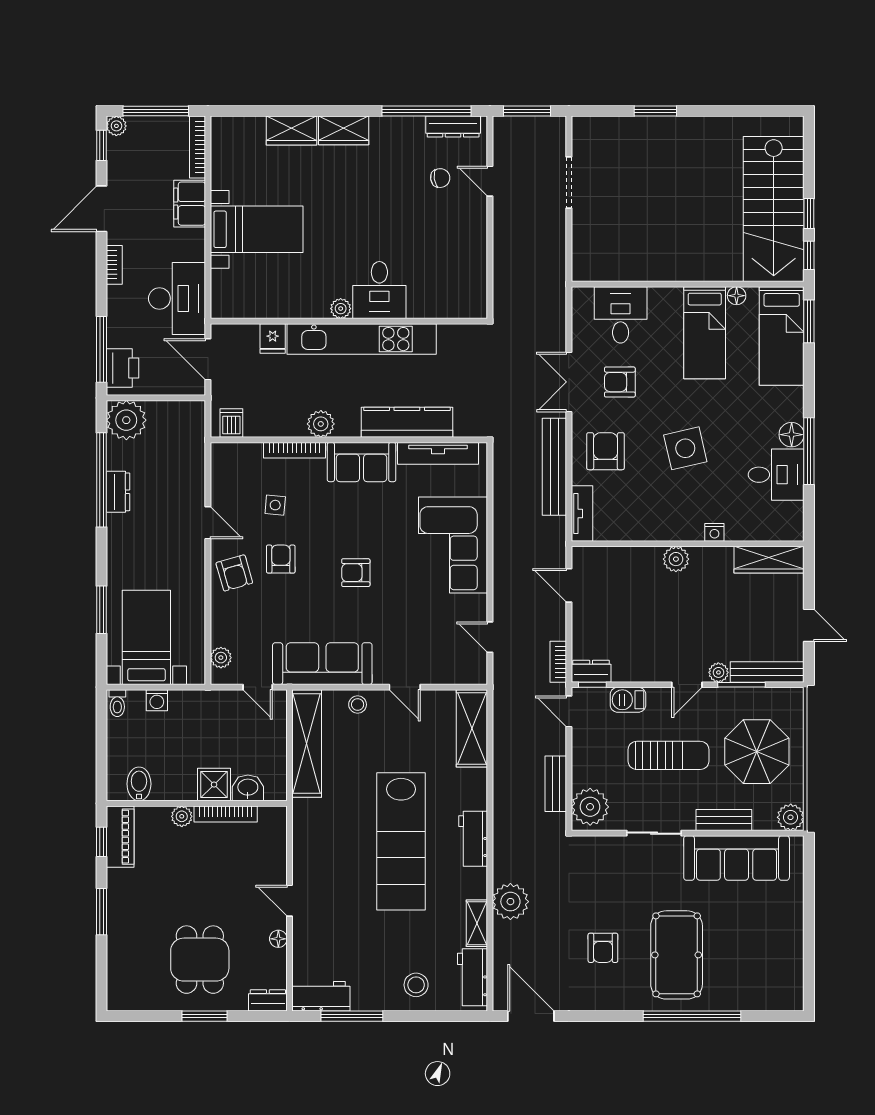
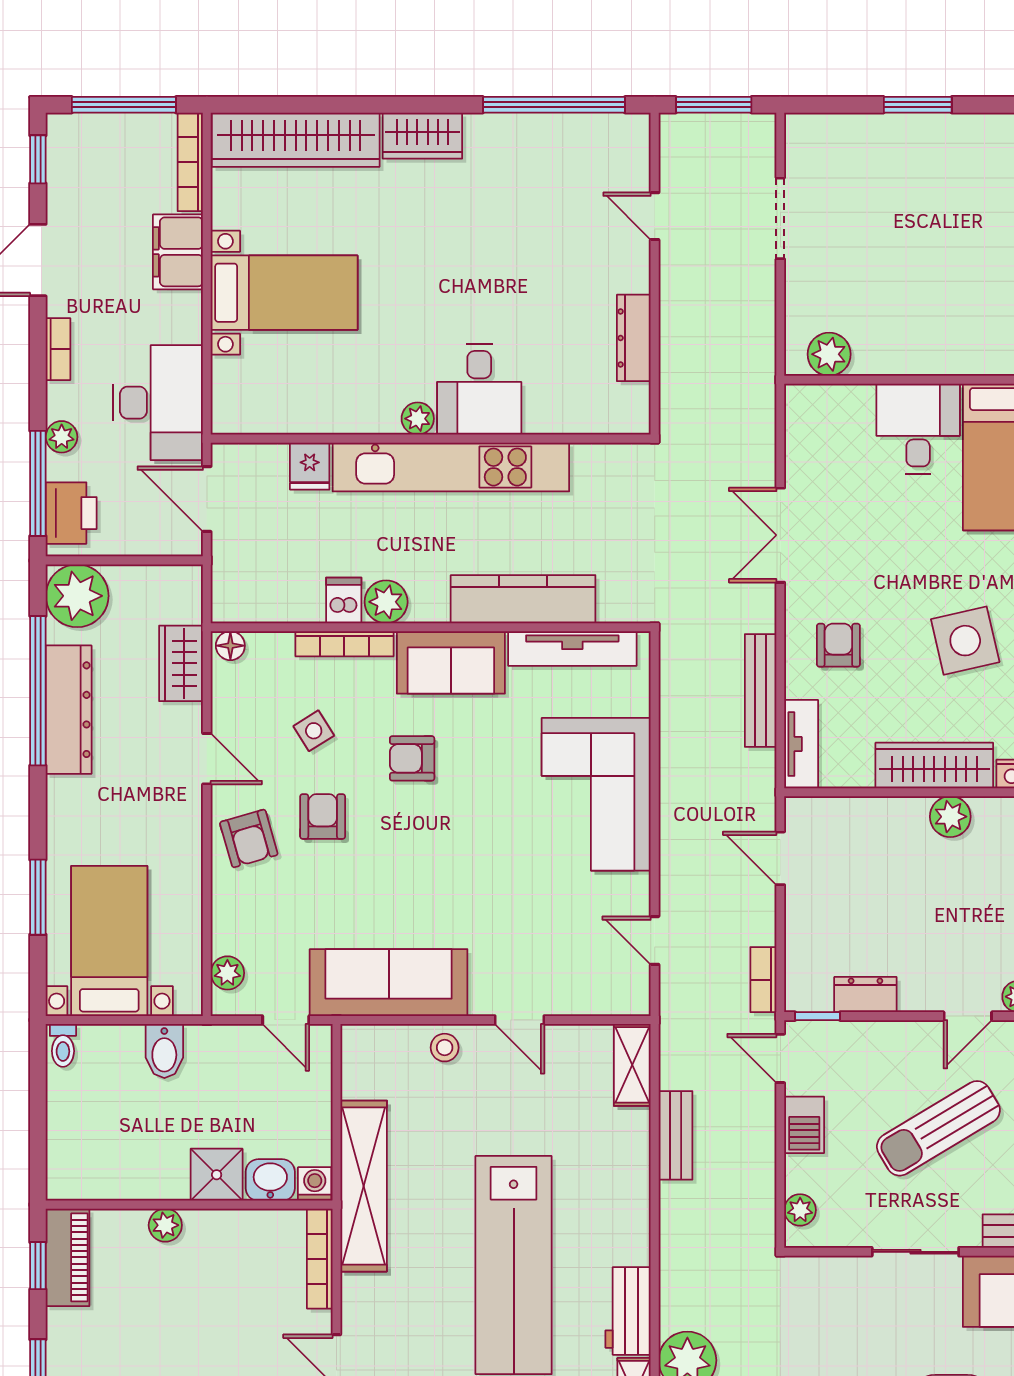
plant: (116, 126) -> (62, 437), moved
dresser: (453, 127) -> (634, 338), moved, turned 90
wardrobe: (291, 131) -> (296, 140), width x2.10, depth x1.17
chair: (440, 178) -> (576, 211), removed
plant: (600, 268) -> (829, 354), added
desk: (621, 315) -> (918, 429), moved
armchair: (620, 382) -> (861, 535), removed
dishwasher: (231, 423) -> (344, 600), moved
armchair: (605, 451) -> (838, 645), width x0.72, depth x0.72
floor lamp: (223, 452) -> (230, 646), added
wardrobe: (192, 463) -> (181, 663), added
bench: (554, 467) -> (761, 691), width x0.73, depth x0.82
dresser: (118, 492) -> (69, 710), width x1.96, depth x1.24
side table: (275, 505) -> (314, 731), turned -37
wardrobe: (666, 527) -> (934, 765), added
armchair: (356, 573) -> (412, 758), moved
dresser: (591, 671) -> (865, 995), moved
washing machine: (157, 700) -> (315, 1184), moved, turned 180
barbecue: (628, 700) -> (804, 1125), moved, turned -90
shelving: (472, 728) -> (632, 1065), width x0.67, depth x0.75
shelving: (307, 744) -> (364, 1186), moved
sun lounger: (668, 755) -> (938, 1128), turned 149
bidet: (139, 784) -> (164, 1051), moved, turned 180
bench: (556, 784) -> (675, 1135), moved
plant: (590, 807) -> (800, 1210), width x0.53, depth x0.53
bookcase: (226, 814) -> (320, 1259), moved, turned 90
workbench: (473, 839) -> (628, 1311), moved

